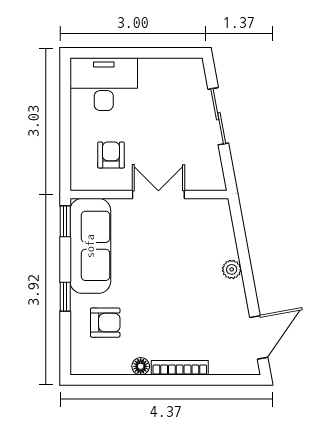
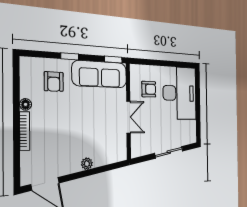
desk: (104, 84) -> (180, 93), width x1.36, depth x1.30

